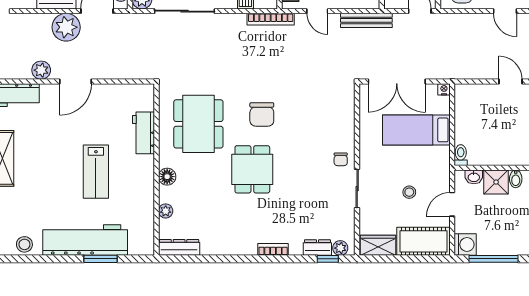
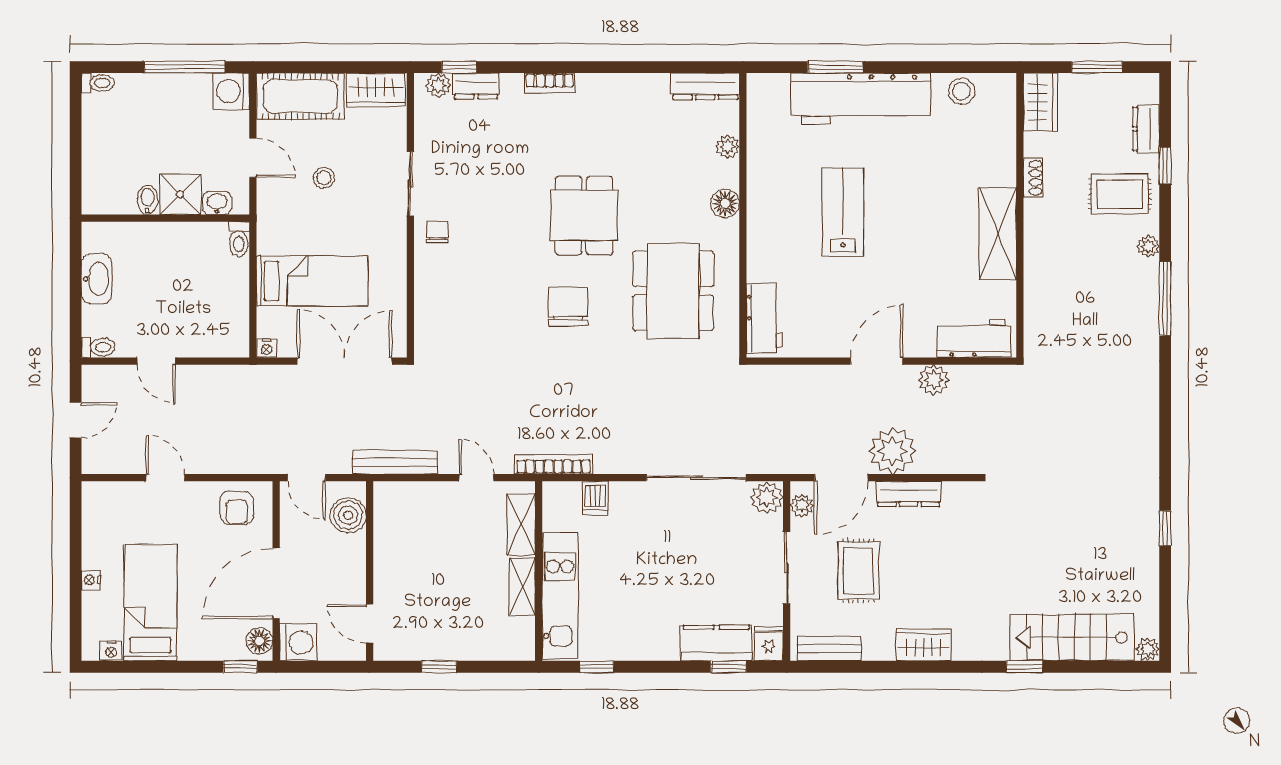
workbench: (143, 133) -> (764, 318), moved
door: (452, 204) -> (253, 158), hinge flipped

